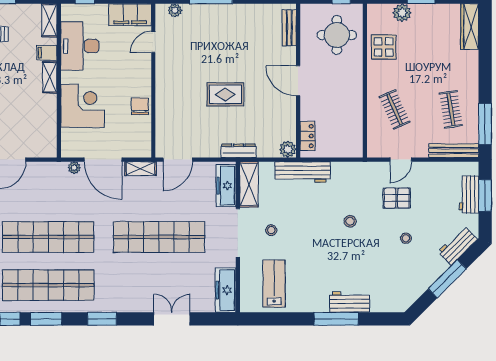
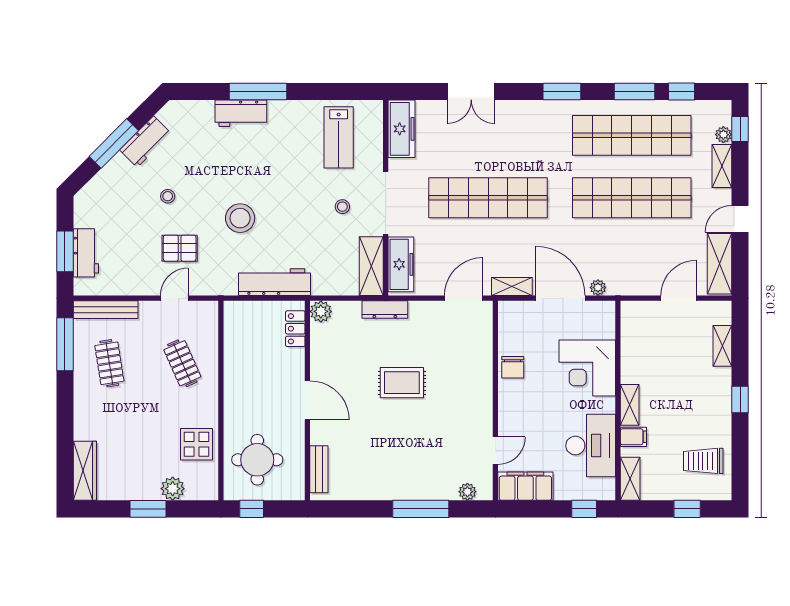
workbench: (303, 172) -> (274, 282), moved
stool: (350, 221) -> (240, 218), width x1.89, depth x1.89
workbench: (458, 246) -> (145, 142), moved

